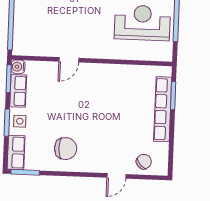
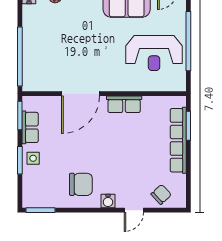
reception desk: (142, 23) -> (154, 53), turned 180
door: (69, 60) -> (81, 94), width x1.88
water cooler: (18, 67) -> (108, 201), moved, turned -90
row of seats: (16, 152) -> (124, 104), moved, turned 90

